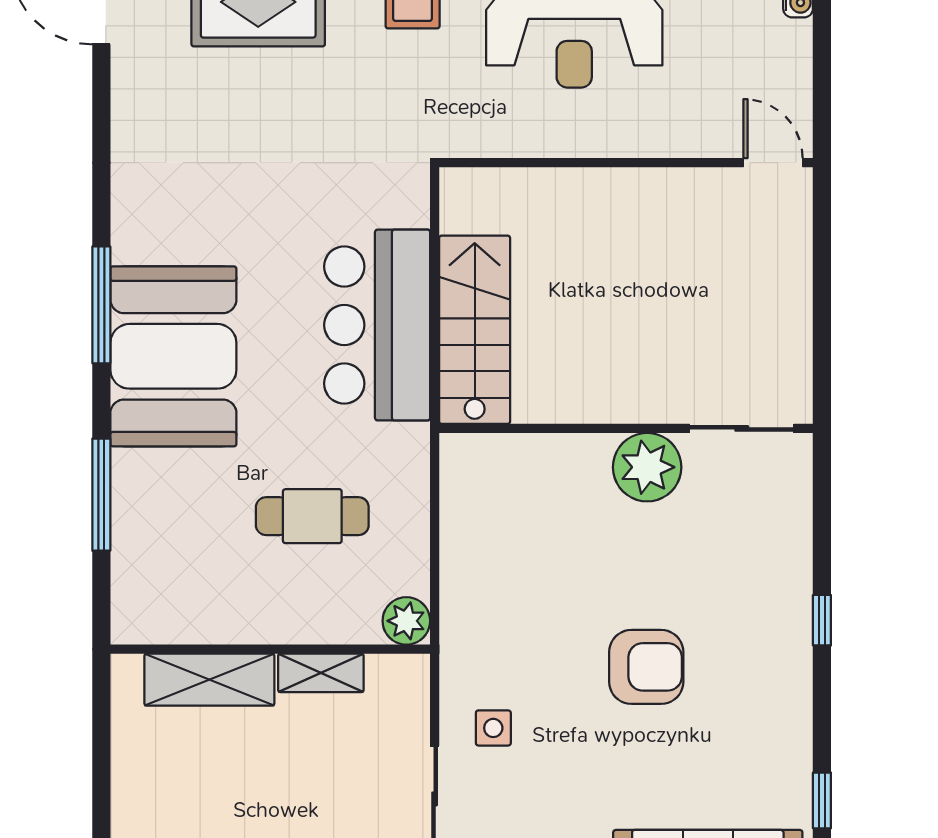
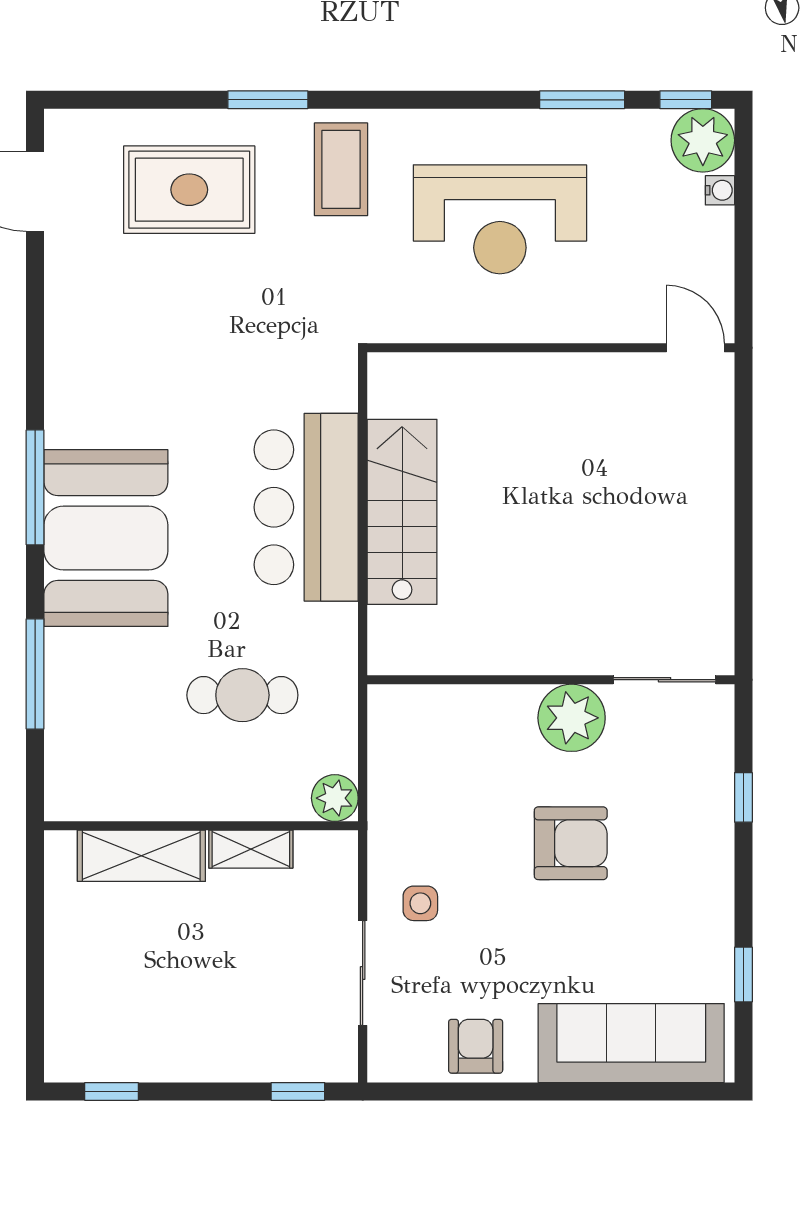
wall: (626, 428) -> (551, 680), moved
sliding door: (742, 428) -> (665, 680), moved
plant: (647, 467) -> (572, 718), moved

